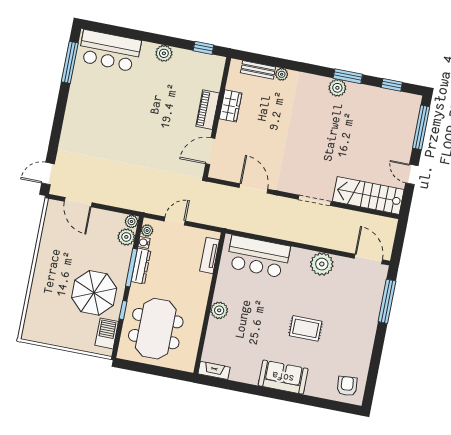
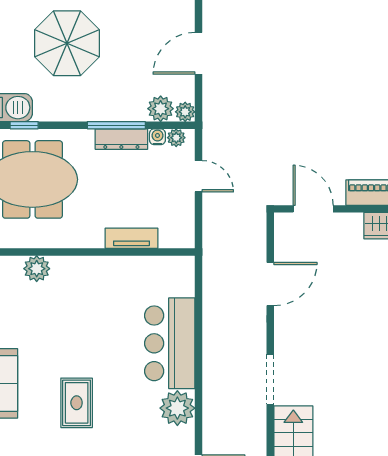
door: (78, 202) -> (199, 53), moved
tv unit: (210, 255) -> (132, 238), moved
bar counter: (258, 257) -> (170, 343), moved
parasol: (94, 293) -> (67, 43), moved
window: (123, 310) -> (24, 125), moved
plant: (219, 310) -> (37, 269), moved

